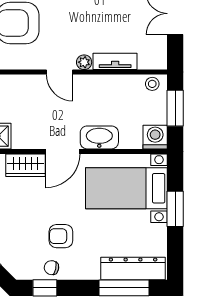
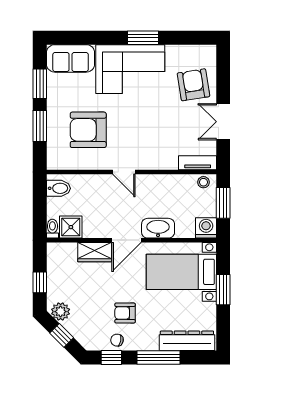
tv unit: (115, 61) -> (198, 163), moved
plant: (84, 62) -> (145, 164), removed
window: (124, 288) -> (159, 357), moved

